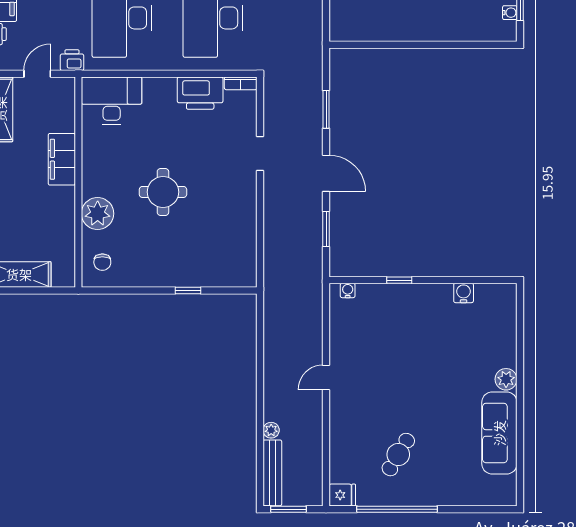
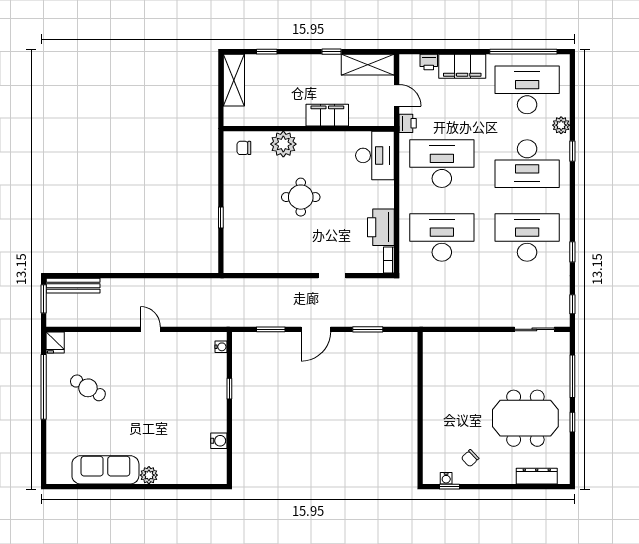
plant: (271, 430) -> (108, 285), removed

